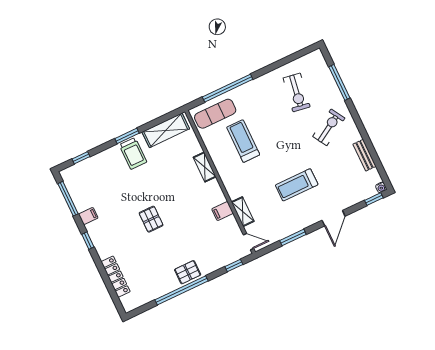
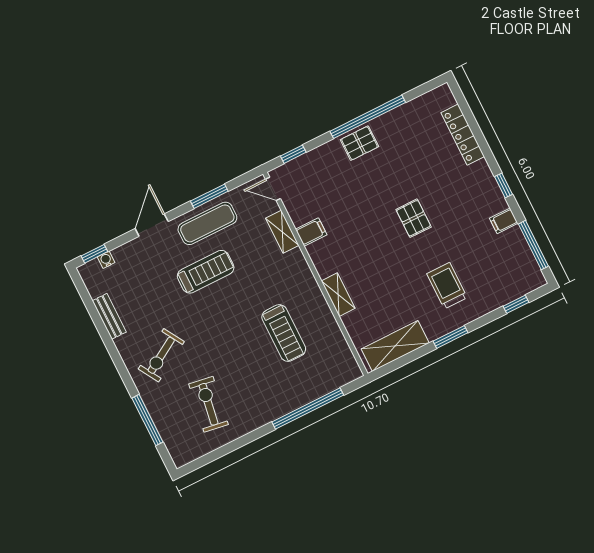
exercise mat: (215, 114) -> (207, 223), moved
trolley: (133, 153) -> (447, 286), moved
water cooler: (381, 187) -> (106, 260), moved

